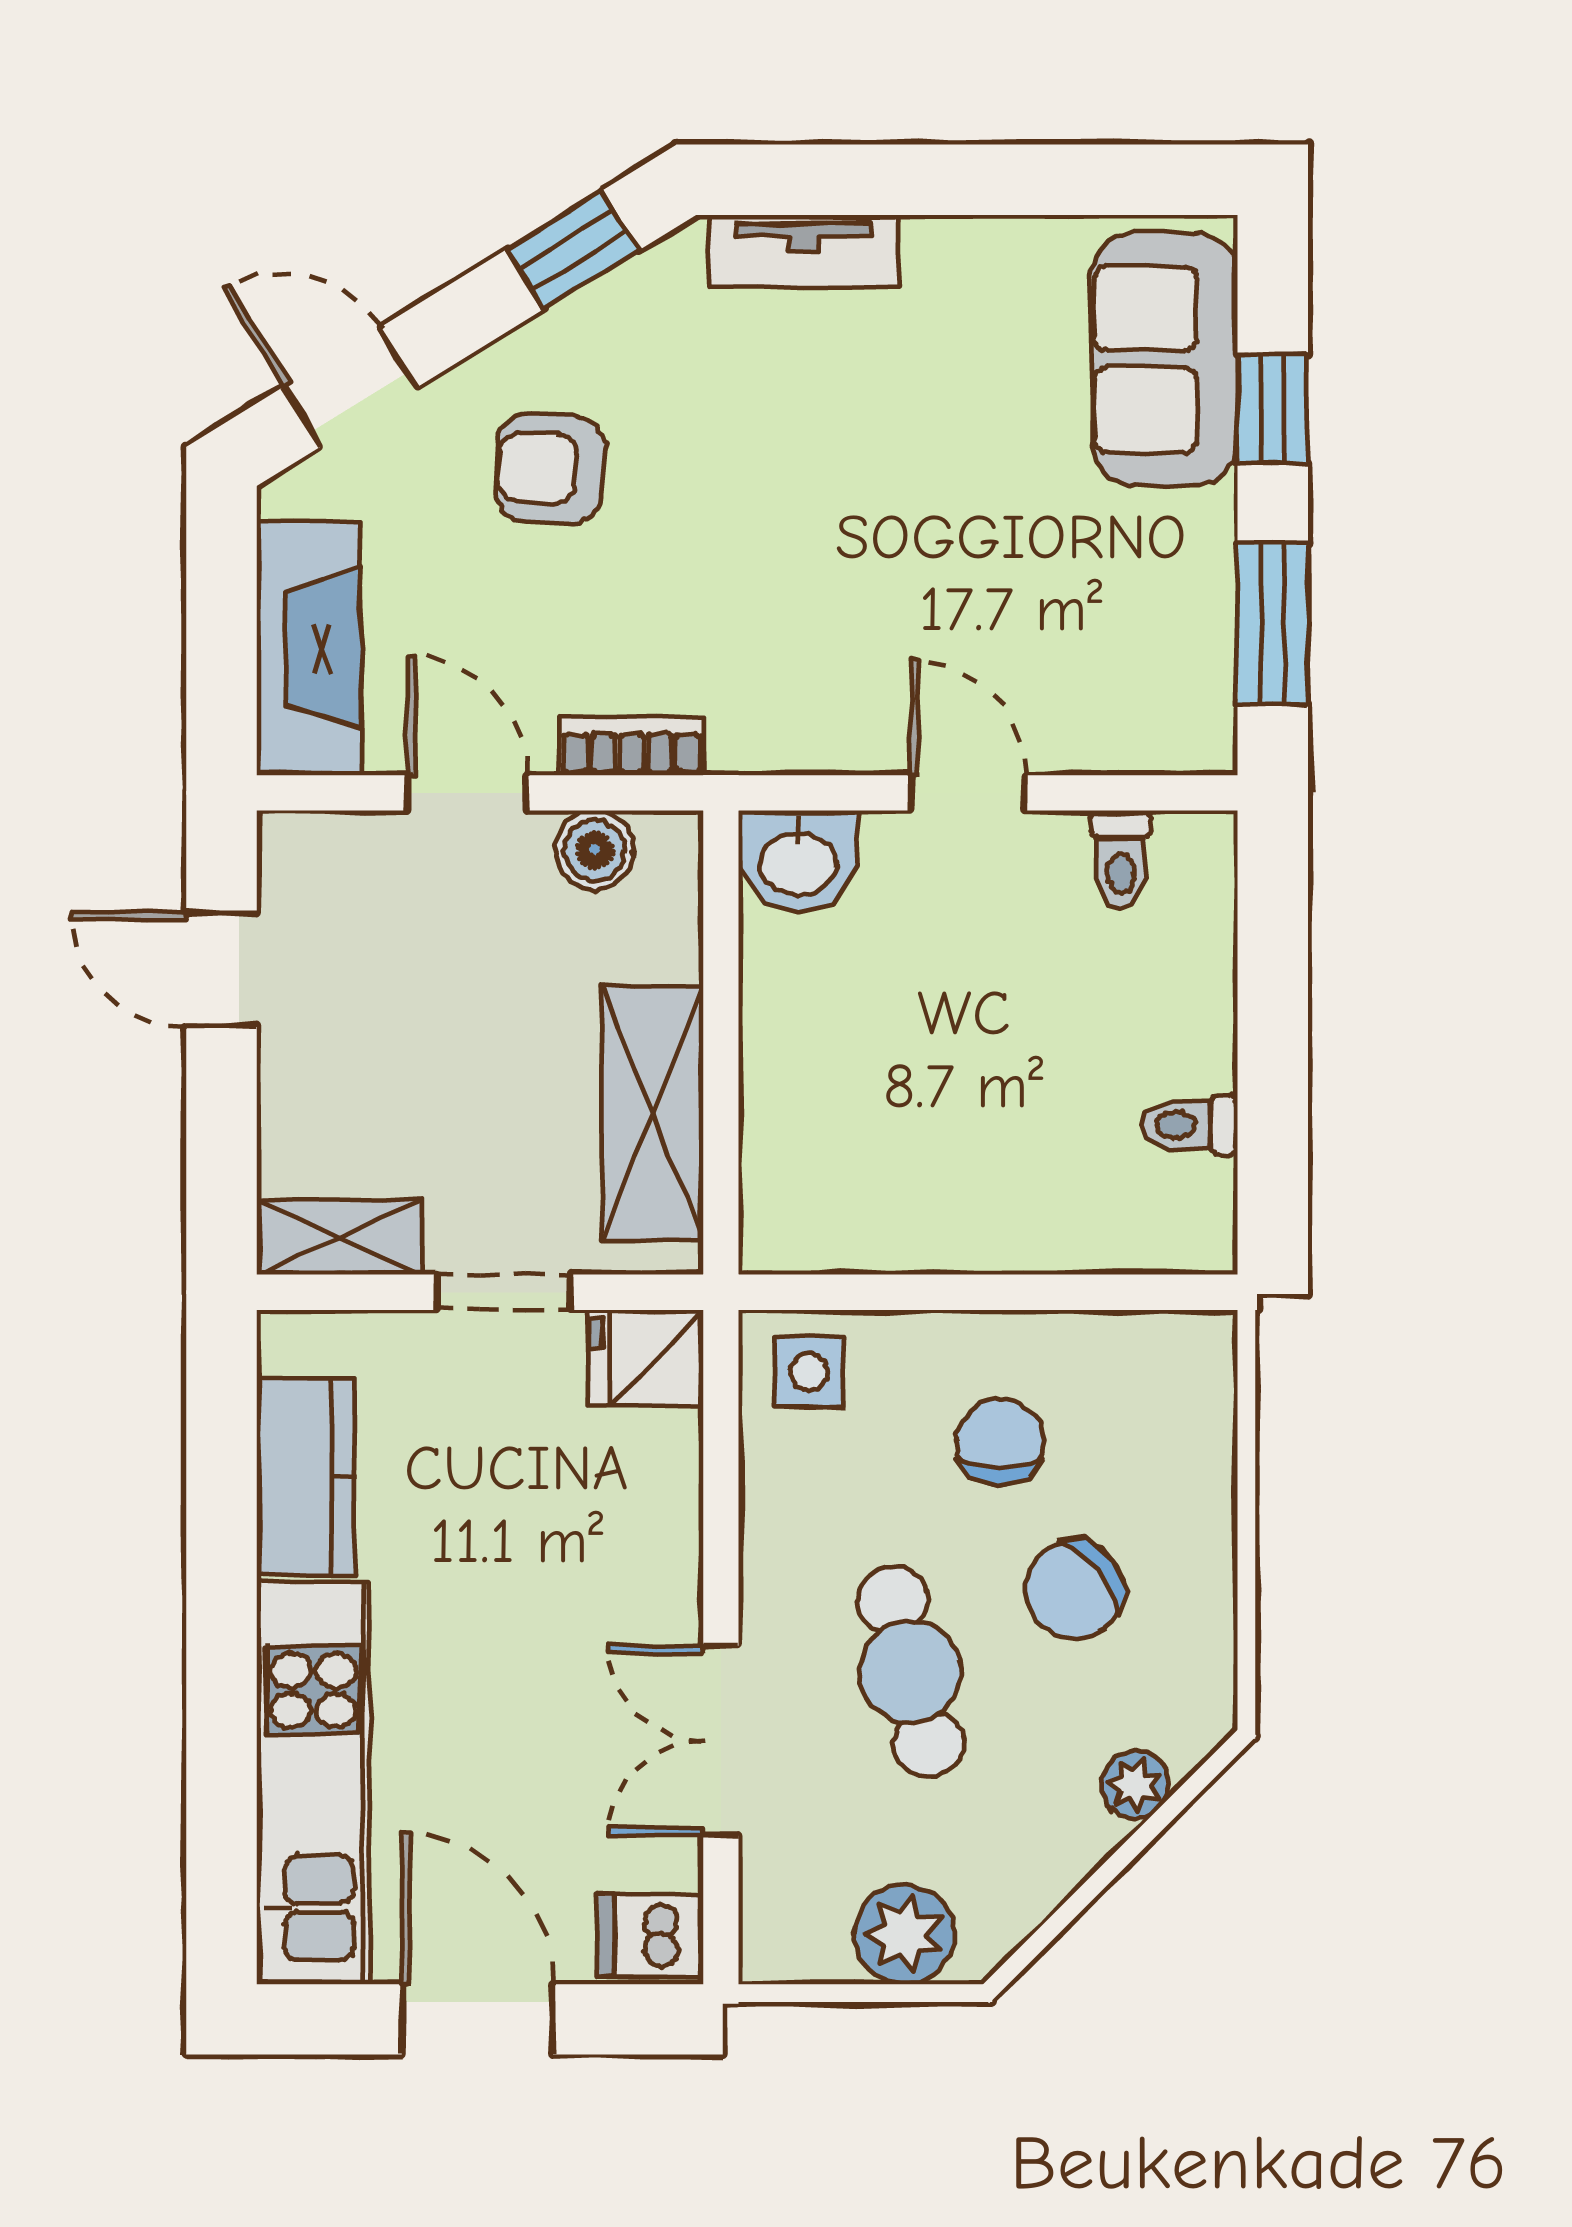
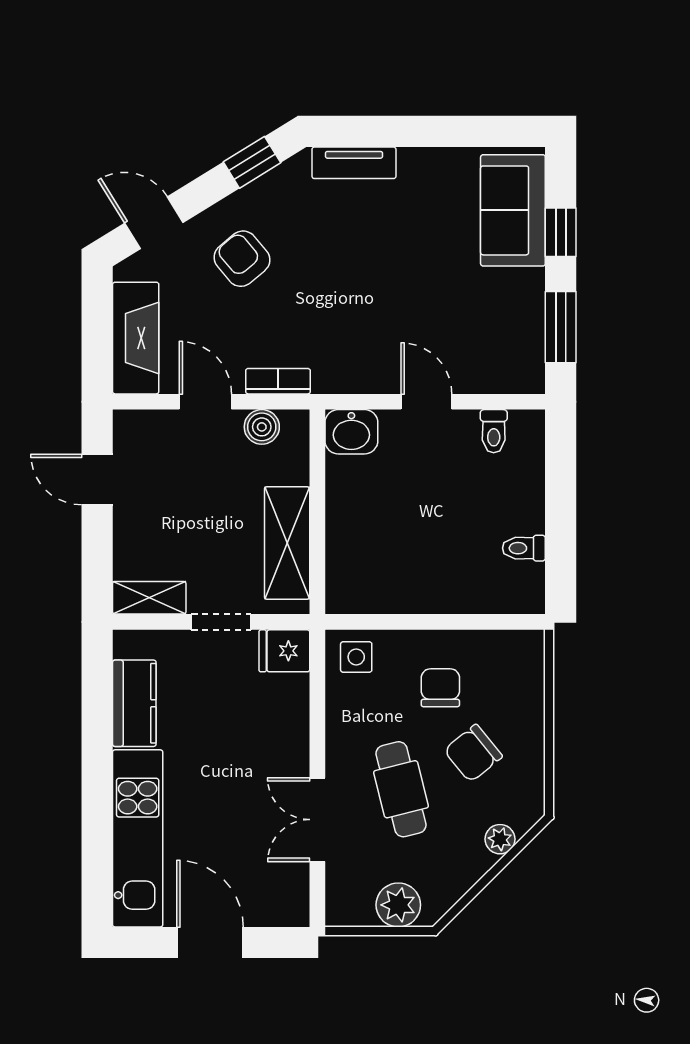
armchair: (550, 468) -> (242, 259), turned 47
dishwasher: (650, 1935) -> (286, 905), removed

